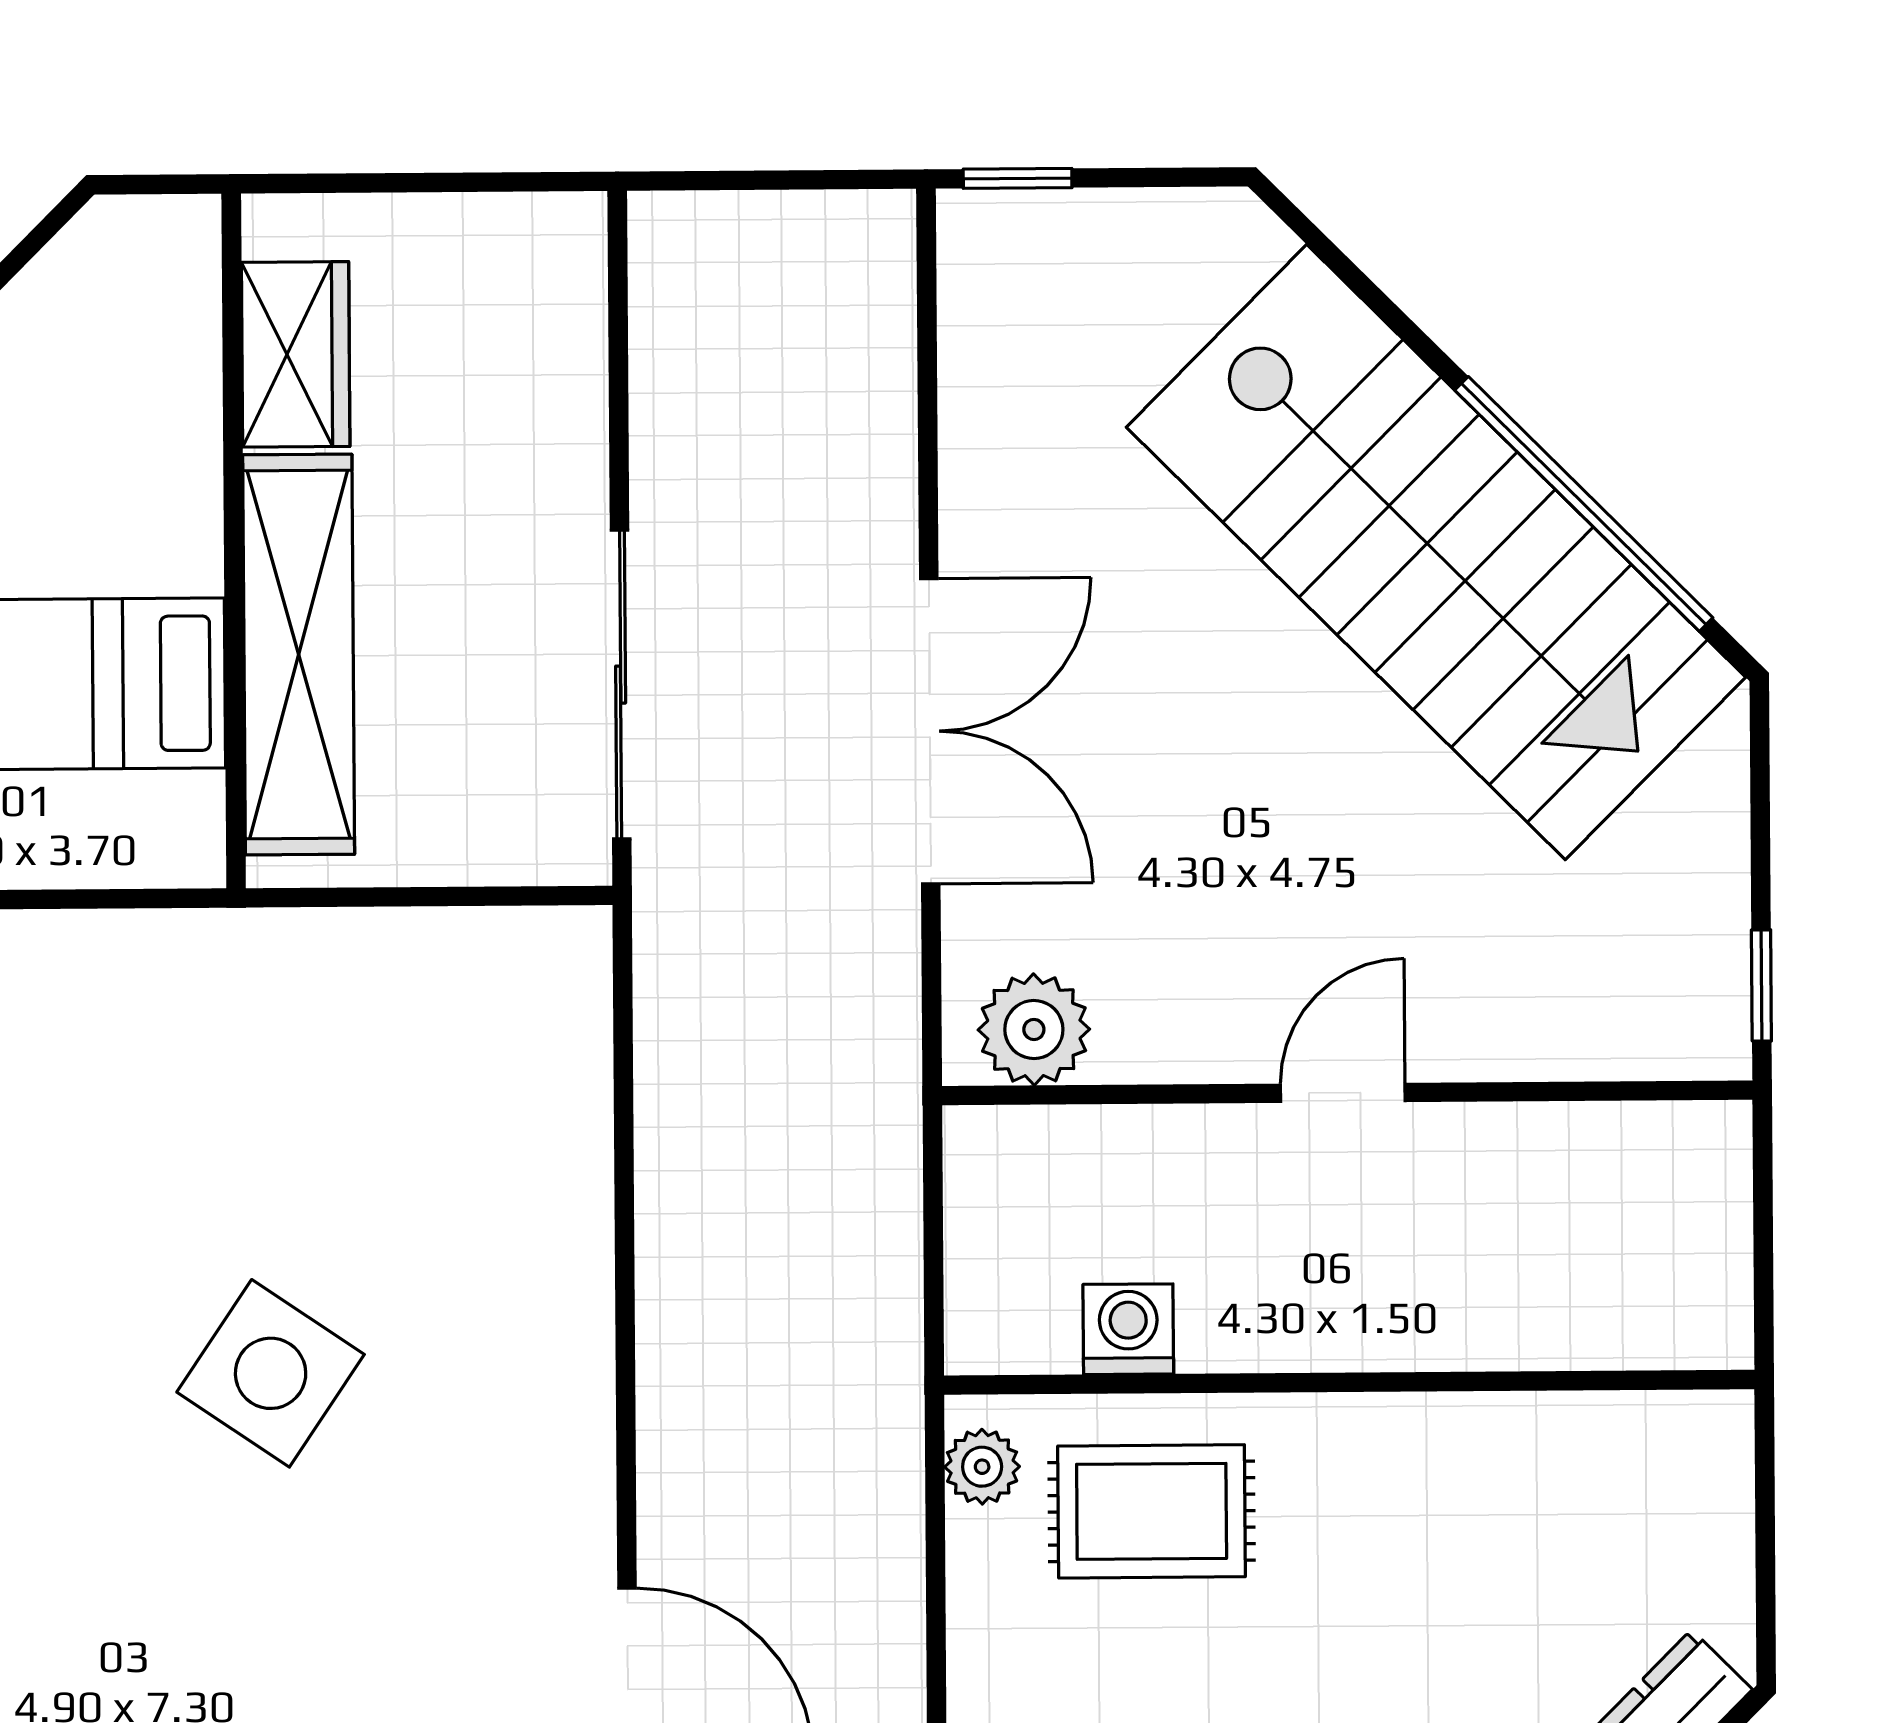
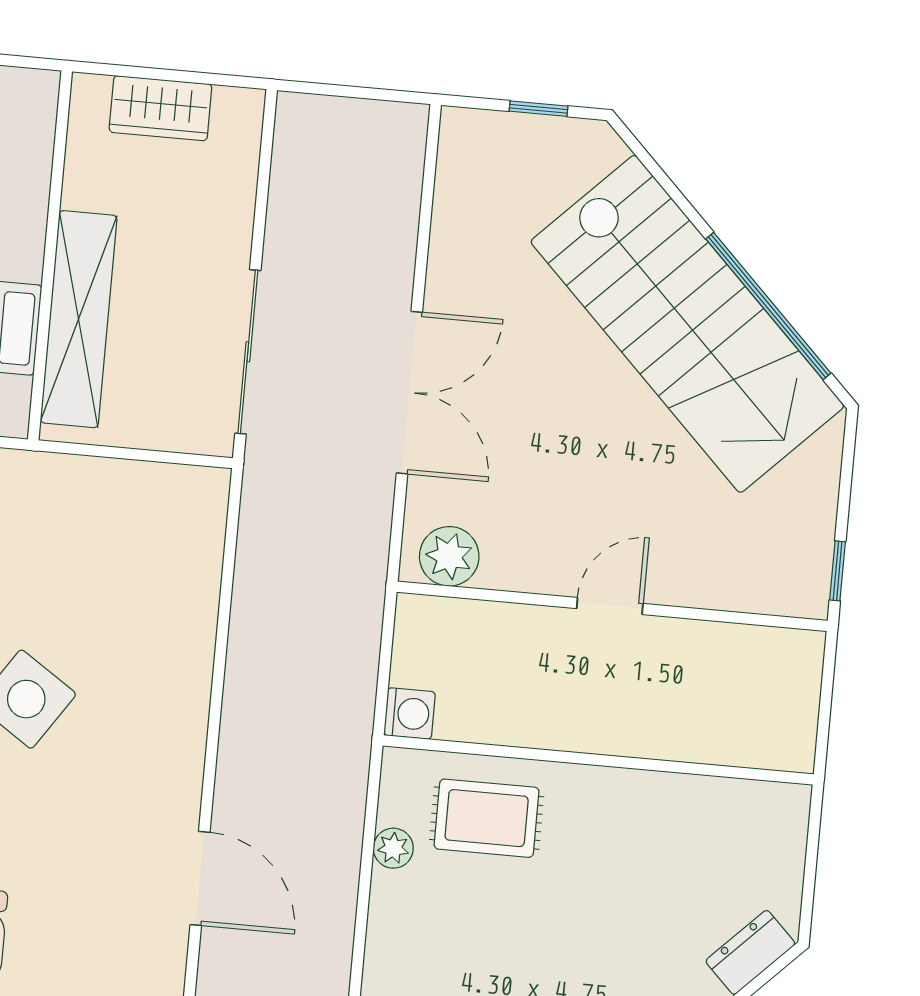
window: (1018, 178) -> (539, 109), moved
wardrobe: (296, 354) -> (160, 108), moved, turned 90
washing machine: (1128, 1329) -> (410, 714), moved, turned 90
plant: (982, 1467) -> (393, 848), moved

